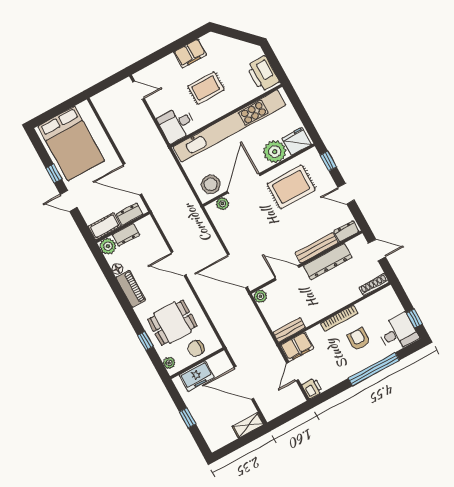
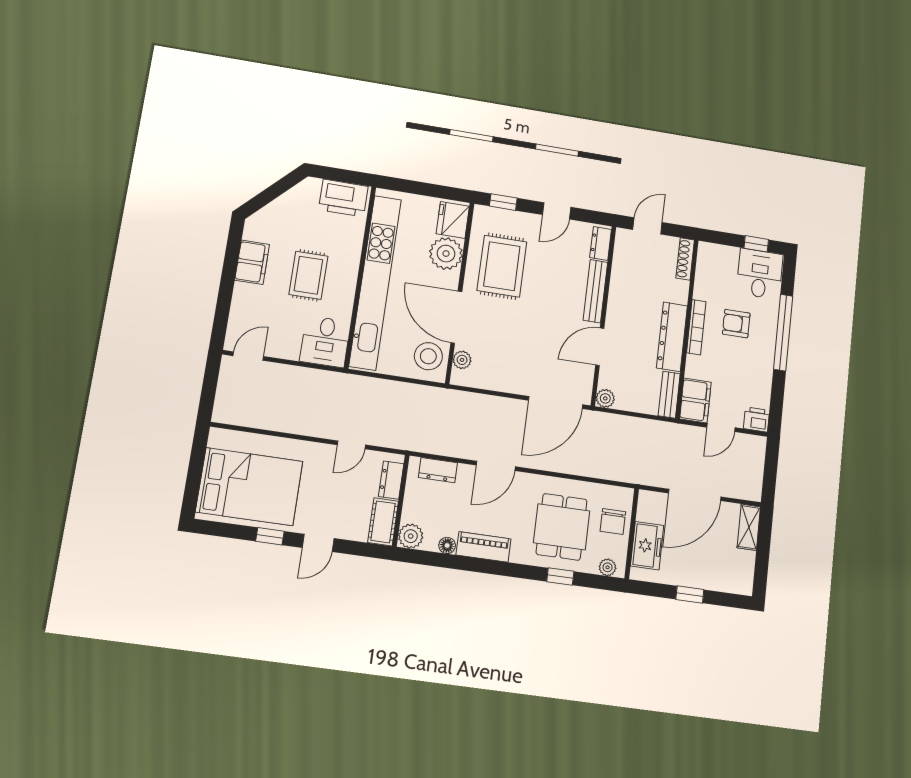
door: (132, 179) -> (351, 445), width x0.53
dresser: (126, 235) -> (438, 470), moved, turned 90
dresser: (328, 262) -> (672, 337), moved, turned 180
door: (292, 371) -> (721, 428), hinge flipped

